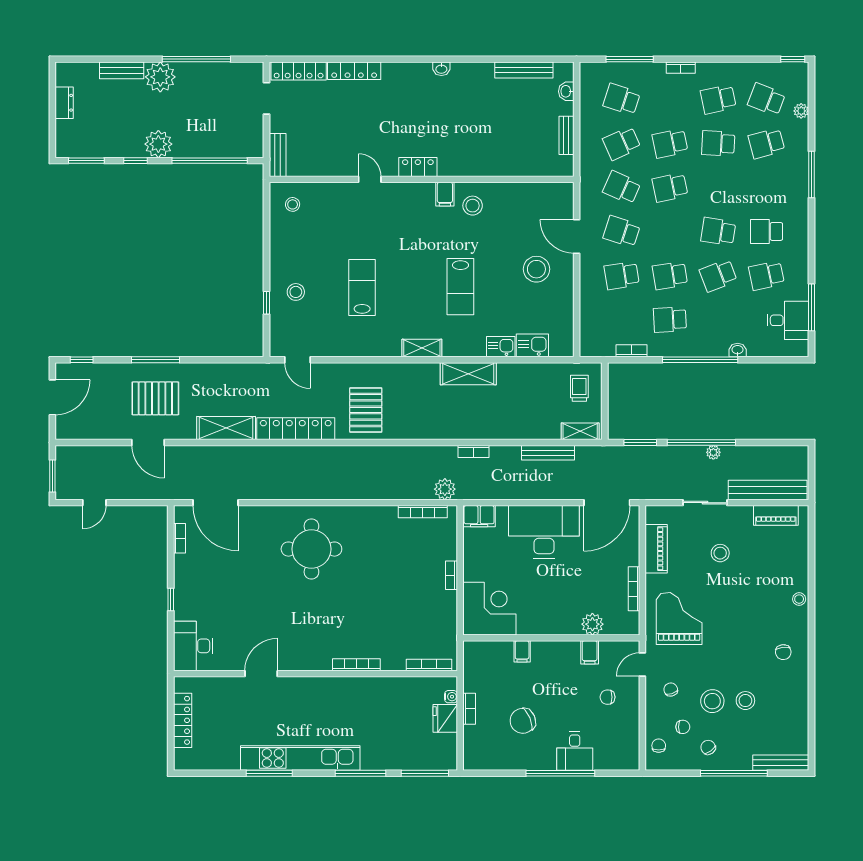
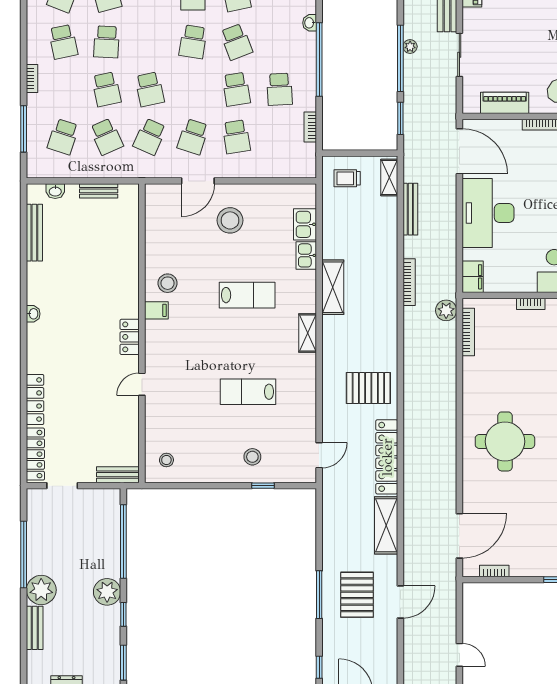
bookcase: (474, 451) -> (409, 282), width x1.56
stool: (720, 553) -> (509, 40), removed

